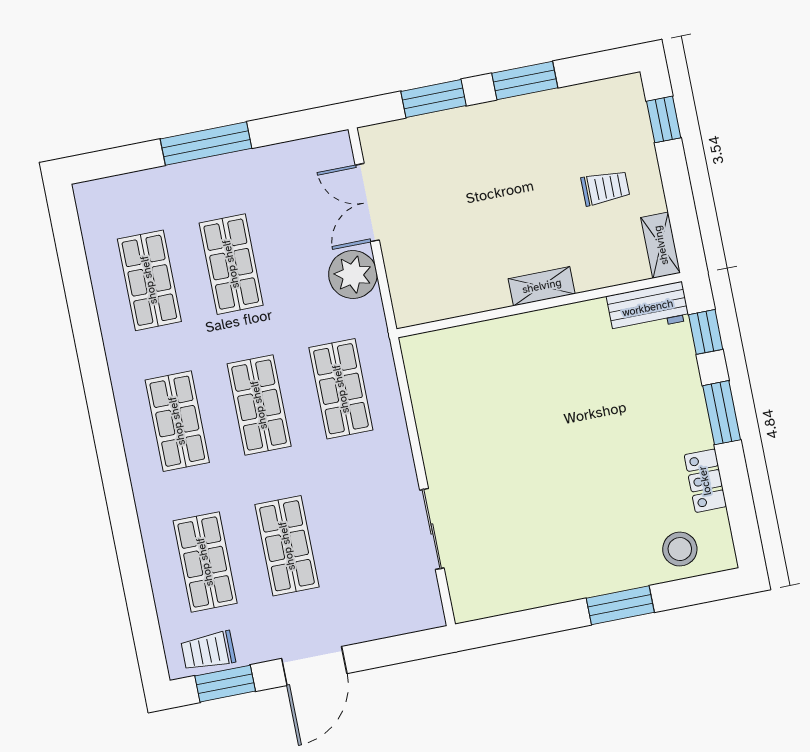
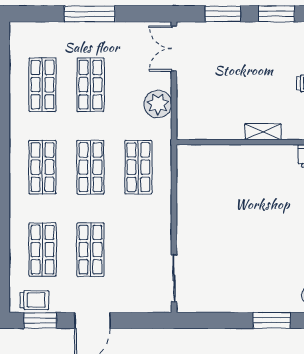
double door: (367, 203) -> (174, 49), moved
sliding door: (432, 529) -> (174, 278), moved
trolley: (208, 651) -> (34, 300), turned 180

